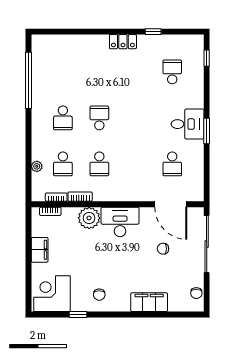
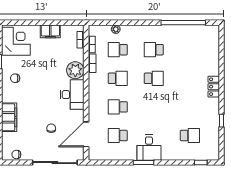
locker: (123, 42) -> (214, 87), moved
school desk: (99, 164) -> (118, 78), turned 180
school desk: (136, 164) -> (118, 107), added

